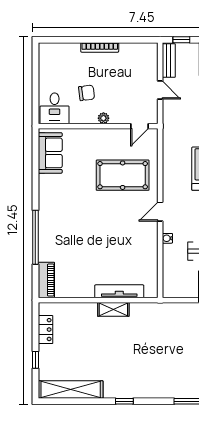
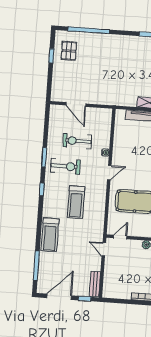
door: (160, 90) -> (104, 249), moved

